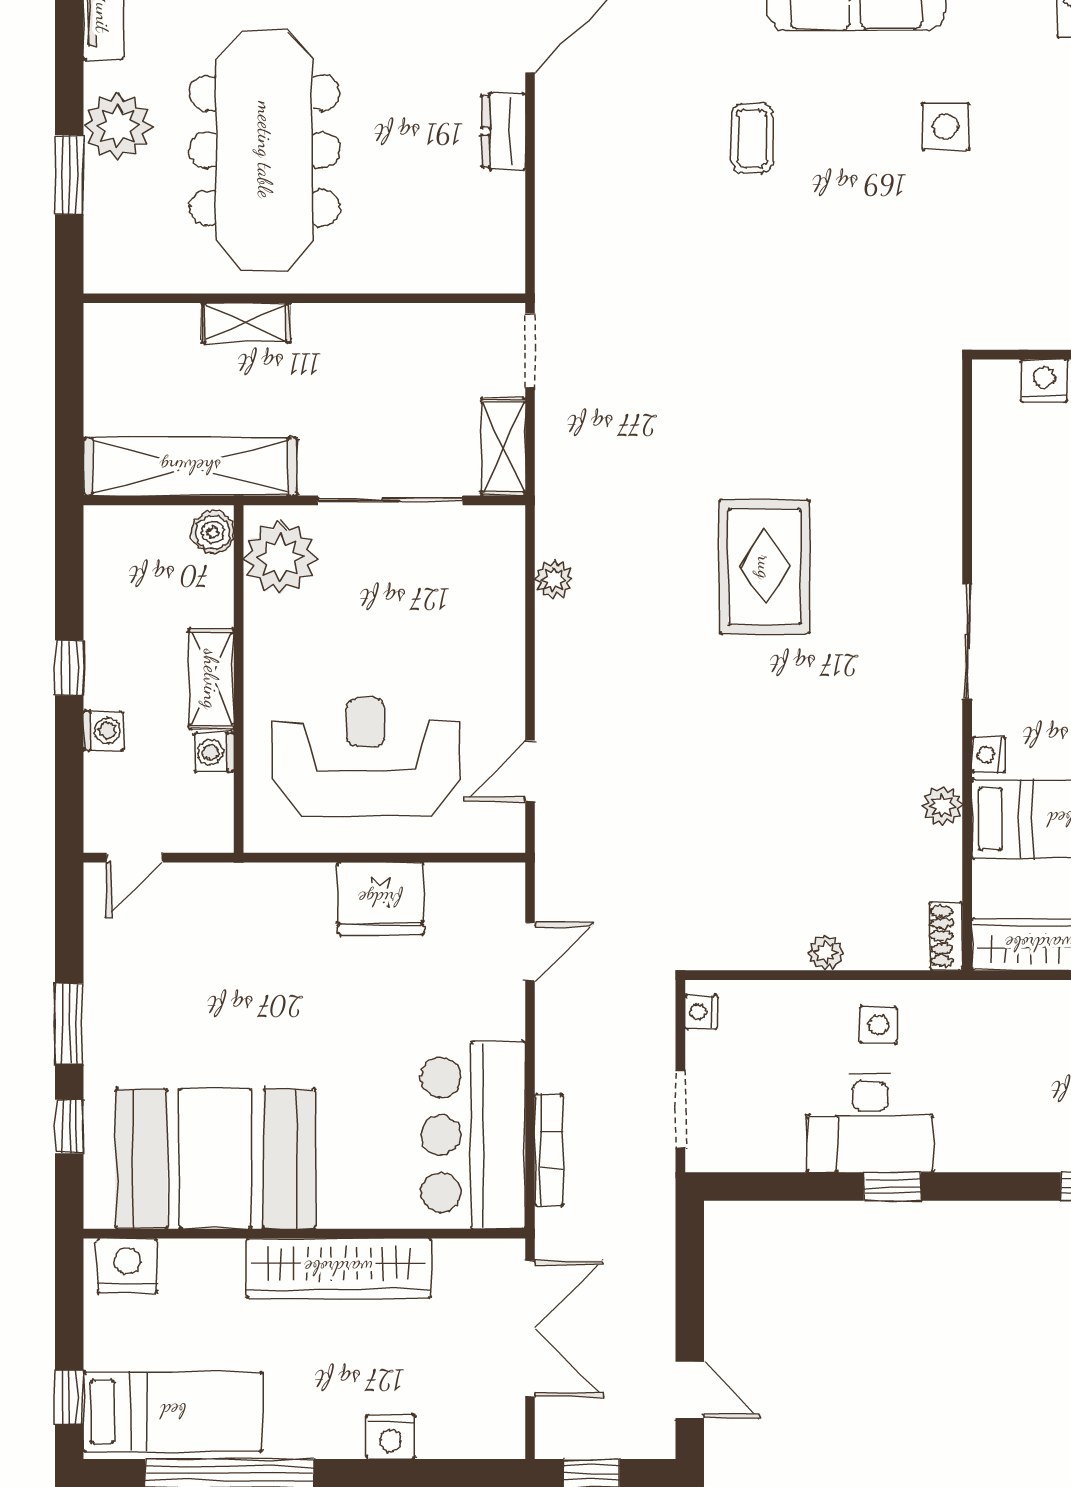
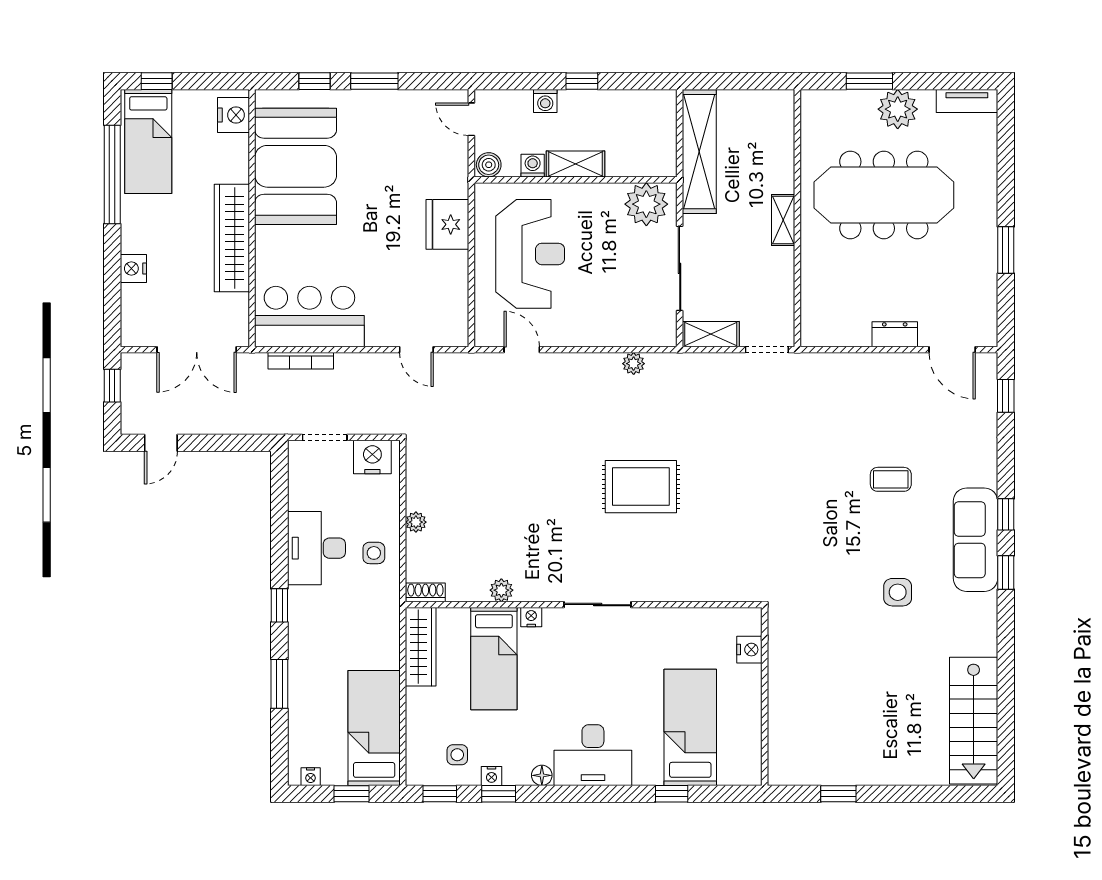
shelving: (246, 323) -> (783, 220), moved
boiler: (213, 532) -> (489, 165), moved
fridge: (380, 899) -> (447, 224), moved
nightstand: (701, 1012) -> (372, 457), width x1.89, depth x1.79
window: (892, 1187) -> (279, 605), moved

